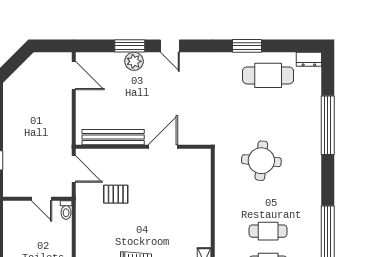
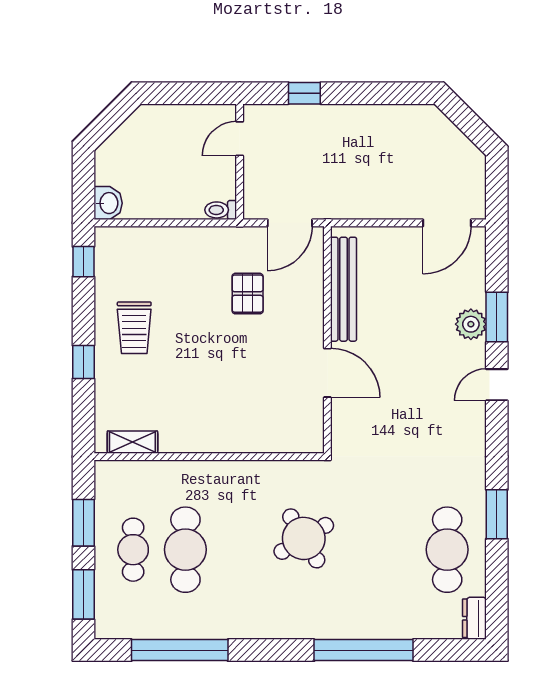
round table: (261, 161) -> (304, 538), turned -36
door: (42, 199) -> (240, 139), moved
cafe table: (268, 231) -> (185, 550), width x1.37, depth x1.35

